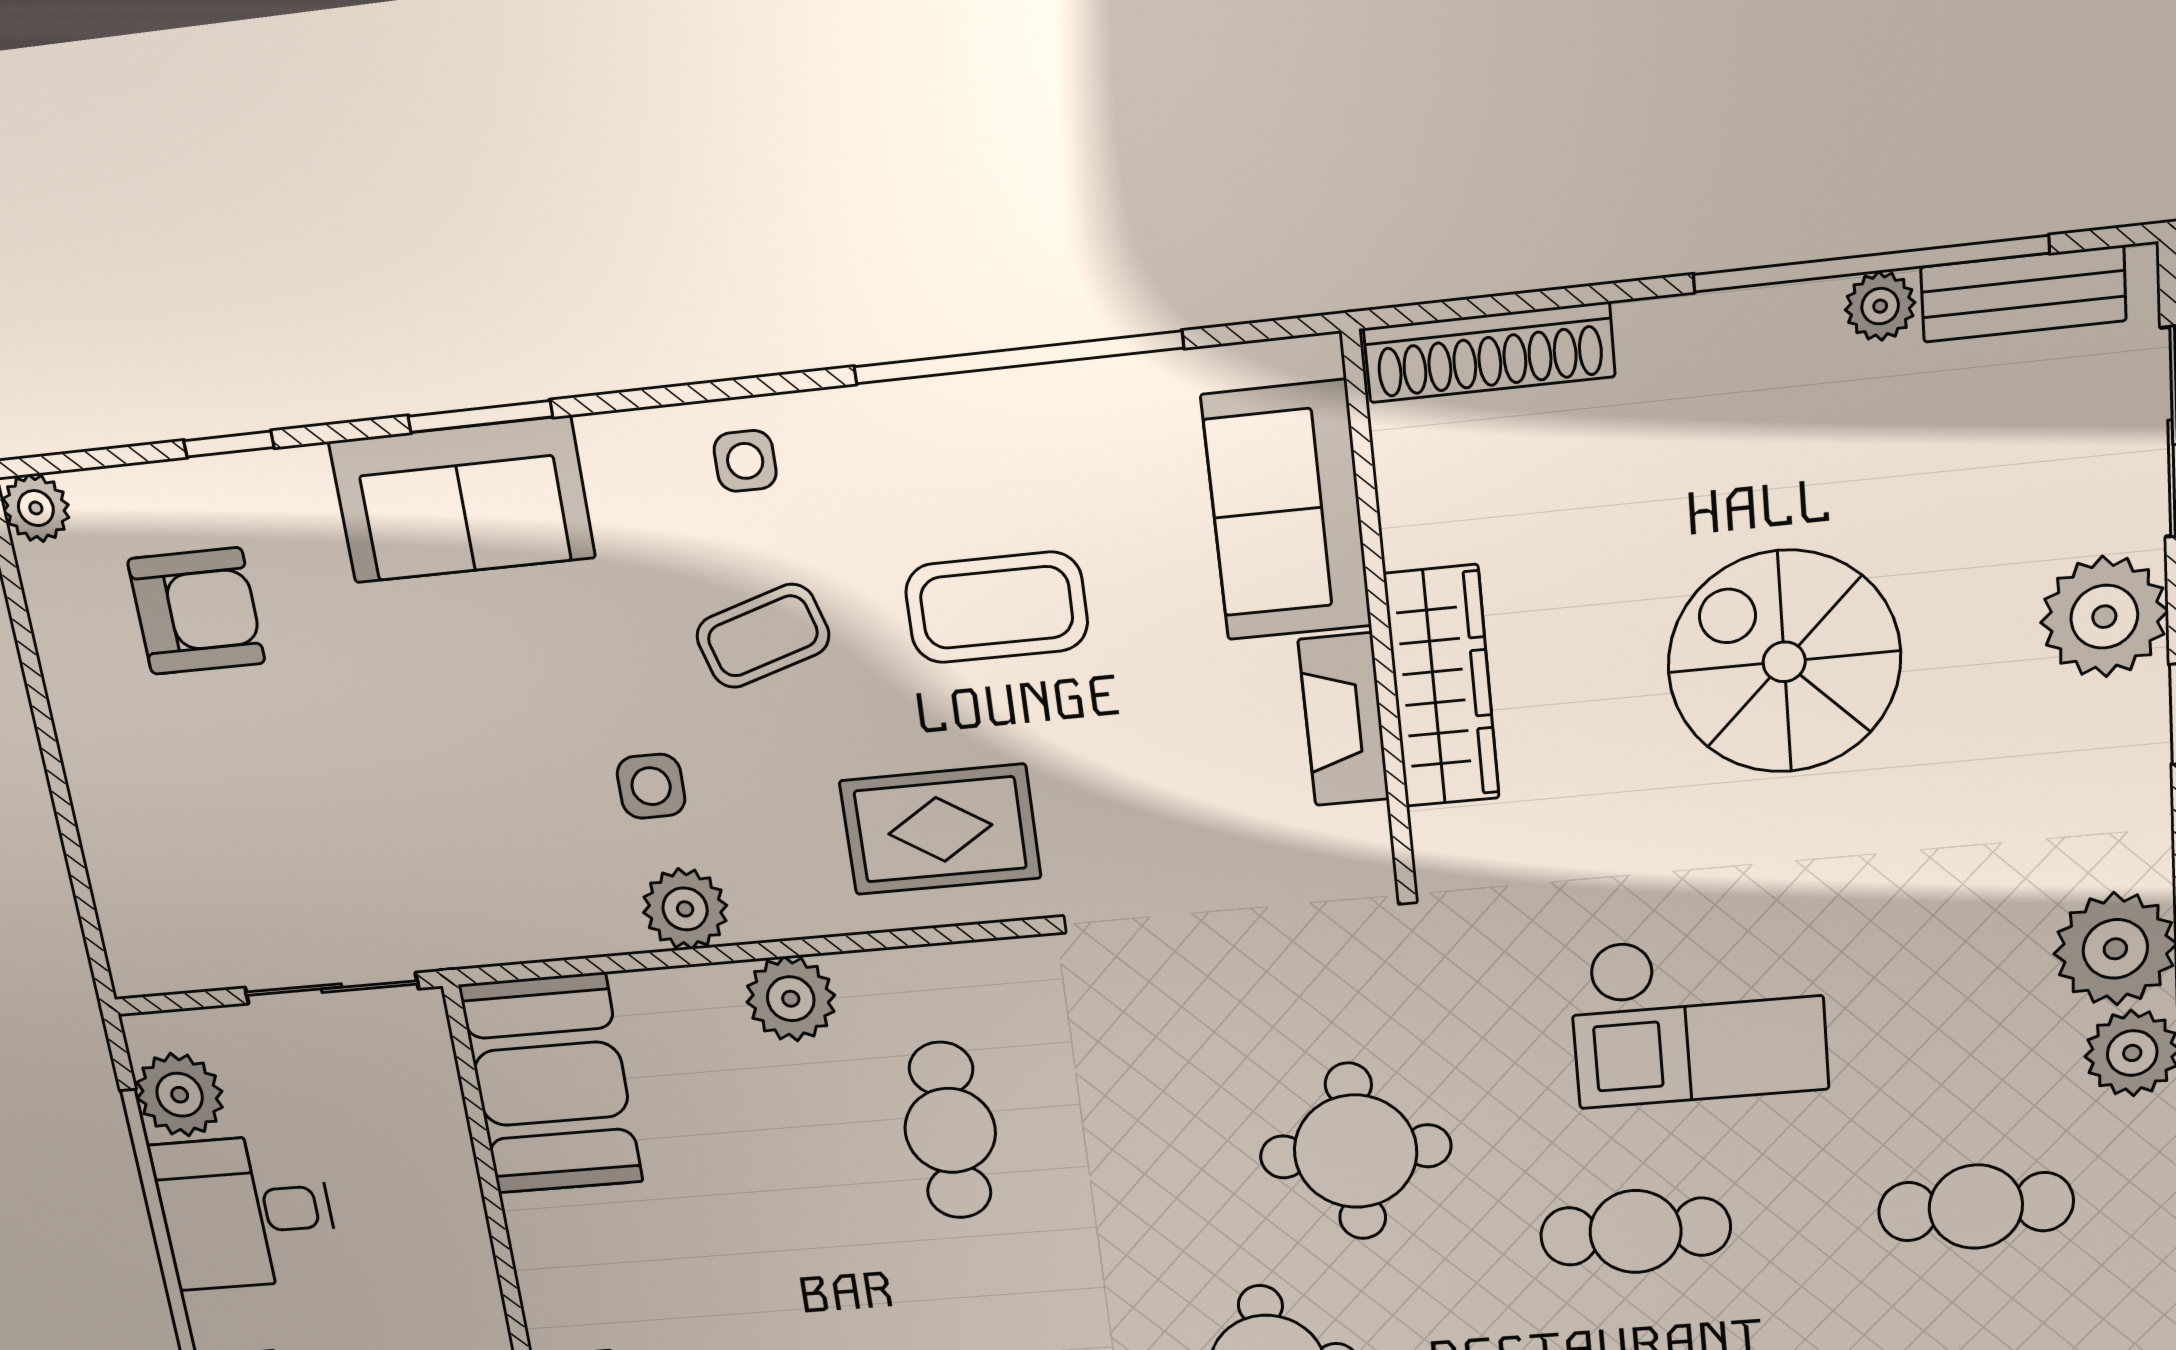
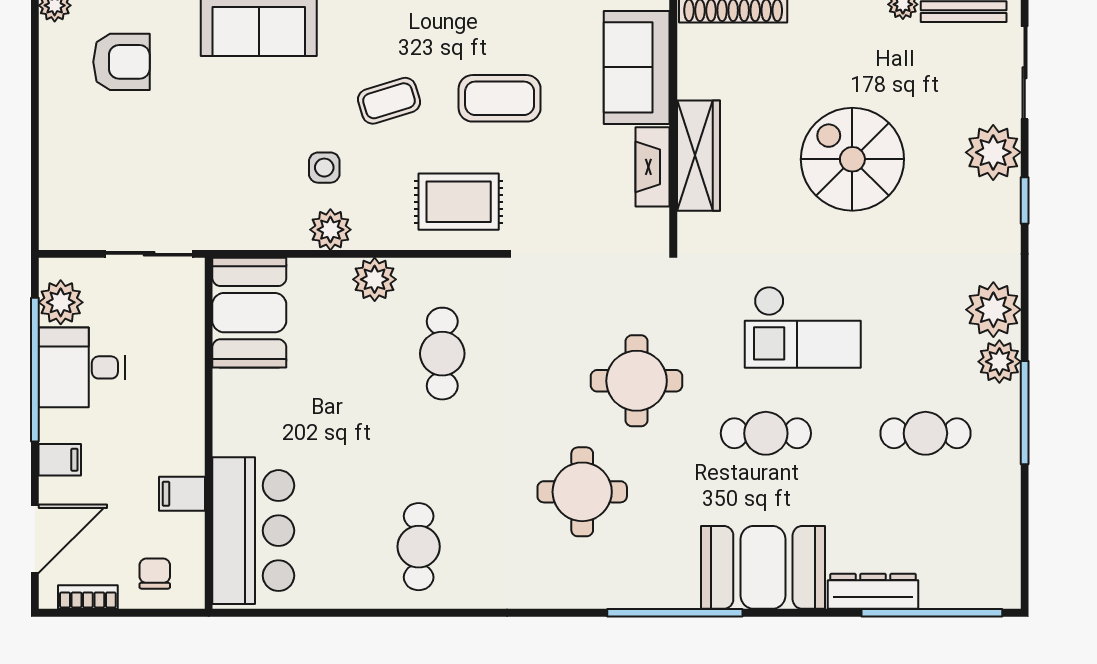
side table: (745, 461) -> (394, 19), removed

